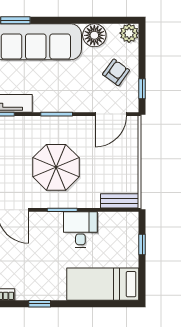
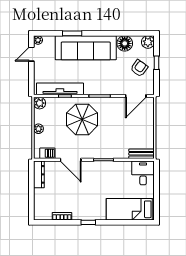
window: (142, 89) -> (157, 63), moved
parasol: (56, 167) -> (82, 119), moved
desk: (80, 230) -> (143, 173), moved
window: (142, 244) -> (157, 183), removed

